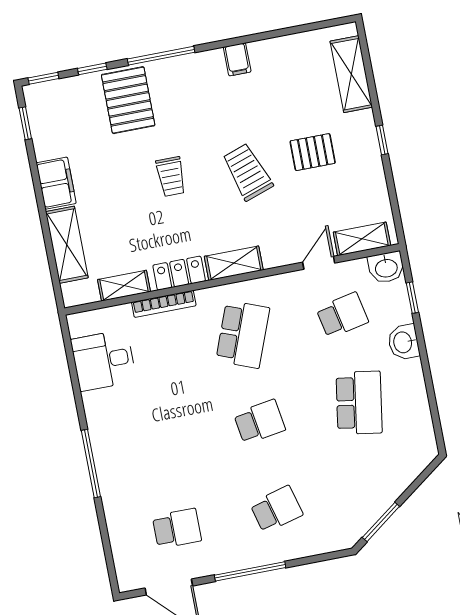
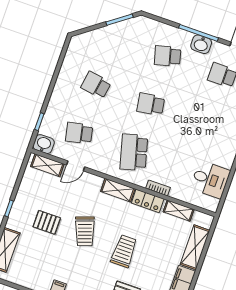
trolley: (171, 177) -> (124, 251), width x1.36, depth x1.39
bookcase: (164, 304) -> (158, 188), width x0.64
school desk: (243, 334) -> (134, 152), turned -36
washbasin: (403, 342) -> (201, 44), moved, turned 90
school desk: (359, 403) -> (96, 85), width x0.54

